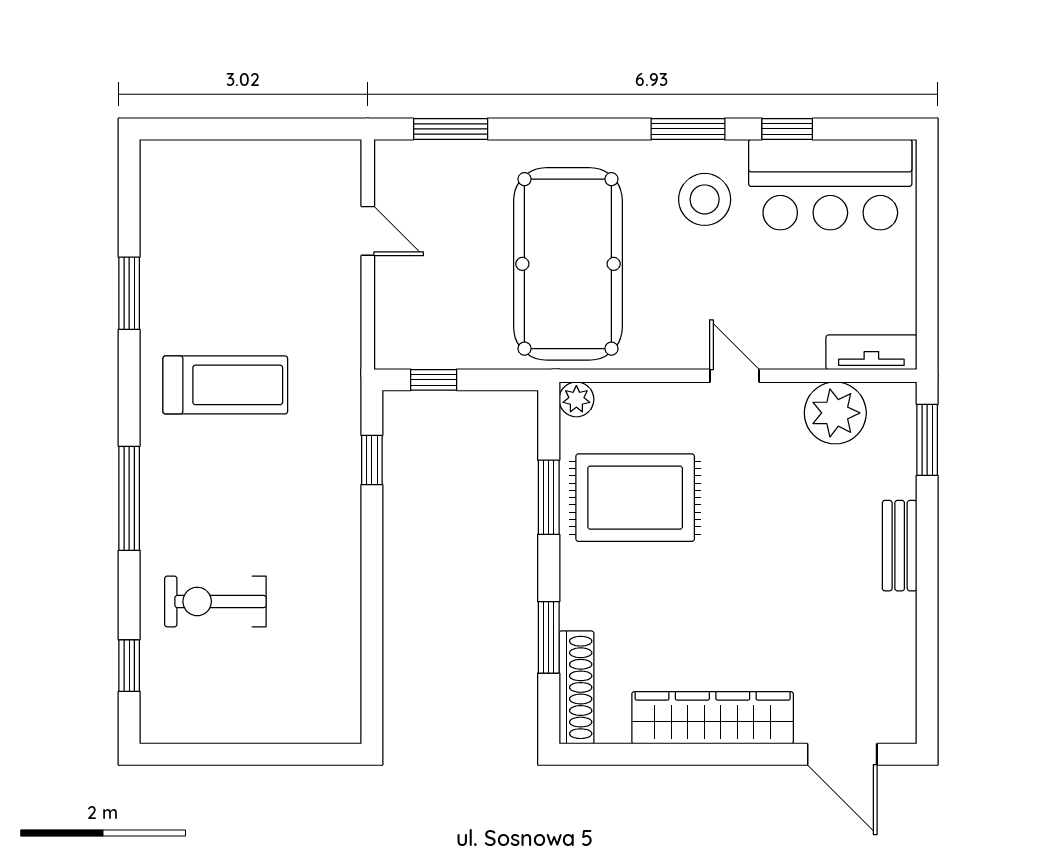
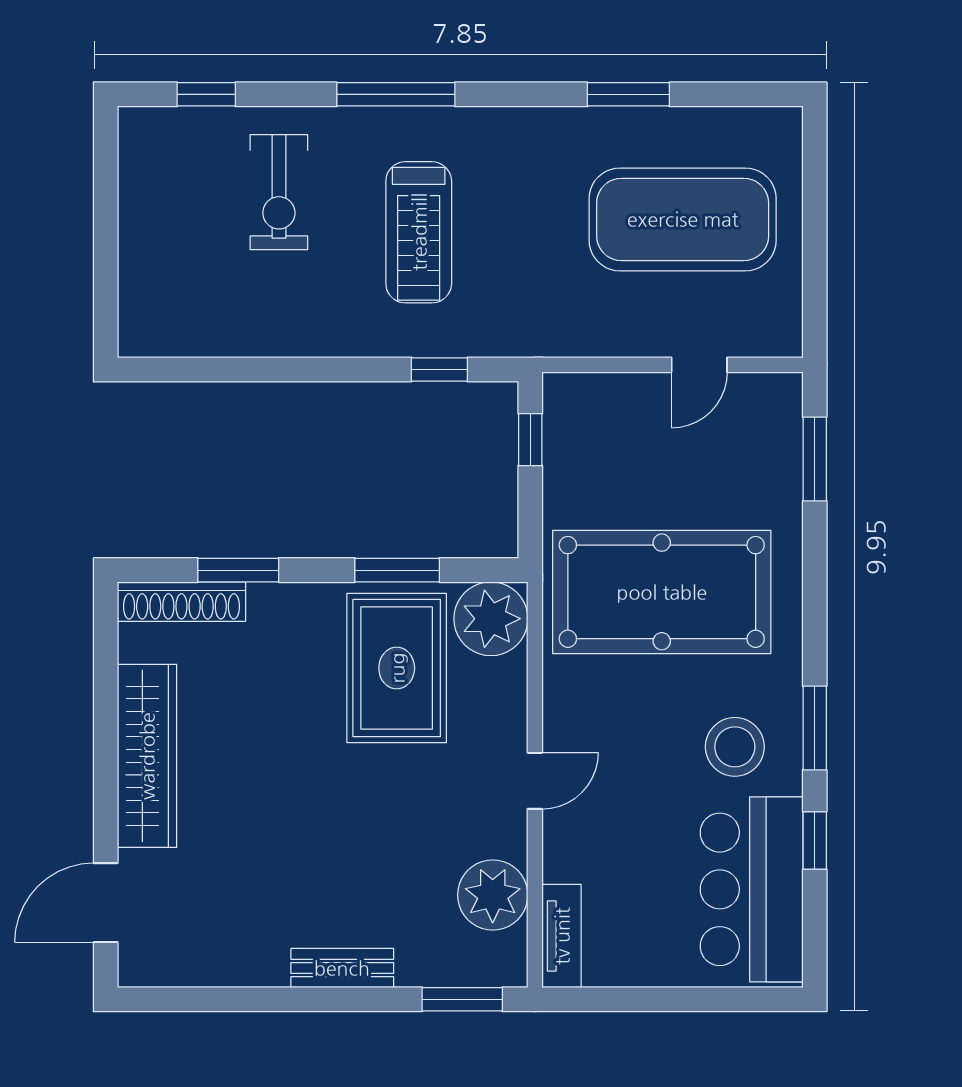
exercise mat: (240, 245) -> (683, 219), added
treadmill: (225, 385) -> (419, 232), moved
plant: (576, 399) -> (491, 619), width x1.87, depth x1.87
exercise bike: (215, 601) -> (279, 192), turned 180

